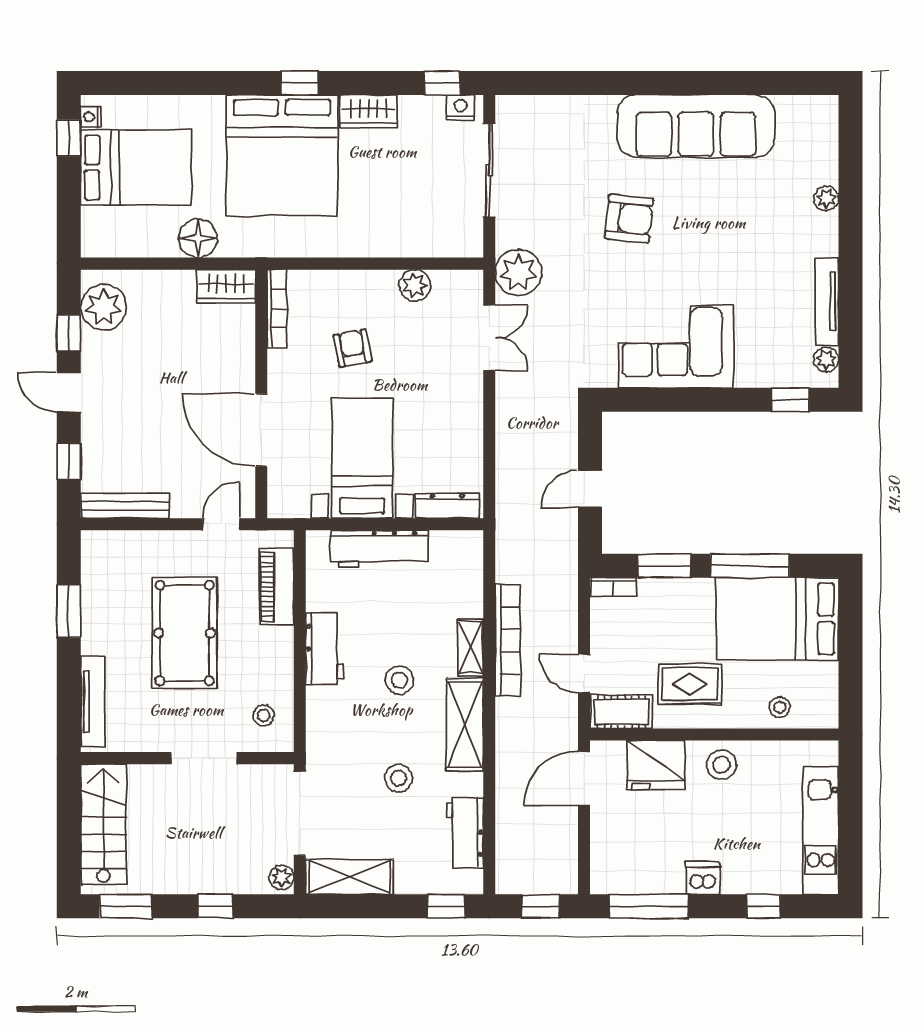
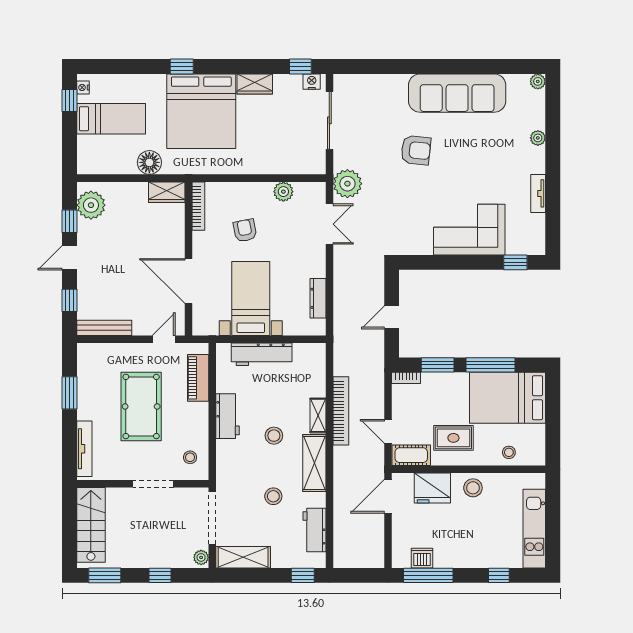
window: (300, 83) -> (182, 66), moved
bed: (136, 167) -> (111, 119), width x0.67
tv unit: (827, 301) -> (538, 193), width x0.71
corner sofa: (676, 347) -> (469, 230), moved
plant: (826, 359) -> (538, 81), moved
door: (69, 392) -> (69, 258), hinge flipped
dresser: (447, 506) -> (318, 298), moved, turned -90
dishwasher: (703, 878) -> (422, 558), moved
window: (541, 906) -> (361, 575), removed

